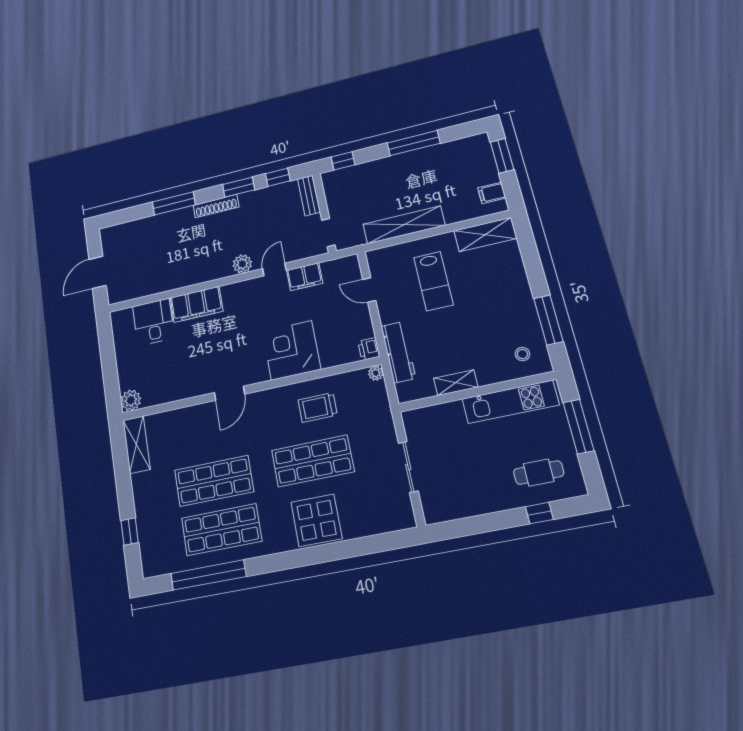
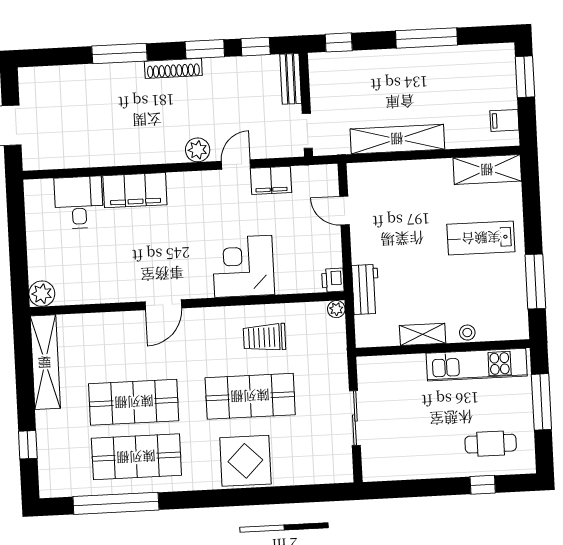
lab bench: (433, 281) -> (481, 238), moved, turned 90
workbench: (398, 352) -> (366, 289), width x0.73
stool: (522, 354) -> (467, 333), moved
shelving: (136, 445) -> (45, 362), width x1.47

